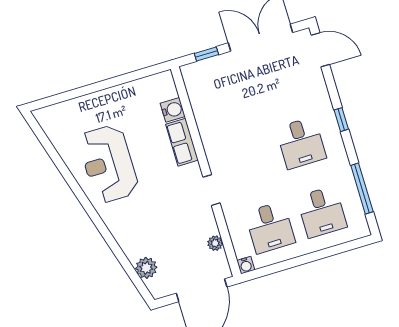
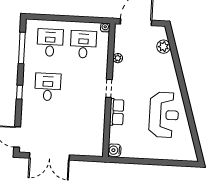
window: (206, 54) -> (84, 158), removed
water cooler: (173, 110) -> (114, 150), moved
doorway: (211, 190) -> (109, 88), moved
plant: (215, 243) -> (118, 58), moved

